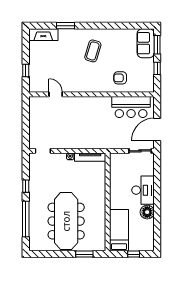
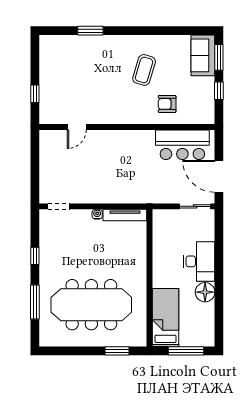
fireplace: (43, 35) -> (59, 43), removed
coffee table: (93, 51) -> (144, 70), moved
door: (56, 94) -> (77, 127), swing flipped
door: (157, 130) -> (219, 176), hinge flipped
window: (26, 219) -> (35, 302), width x0.68
meeting table: (66, 221) -> (91, 305), turned 90
window: (134, 254) -> (186, 351), width x2.17

